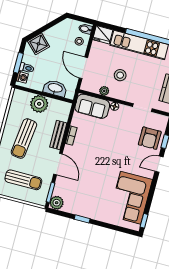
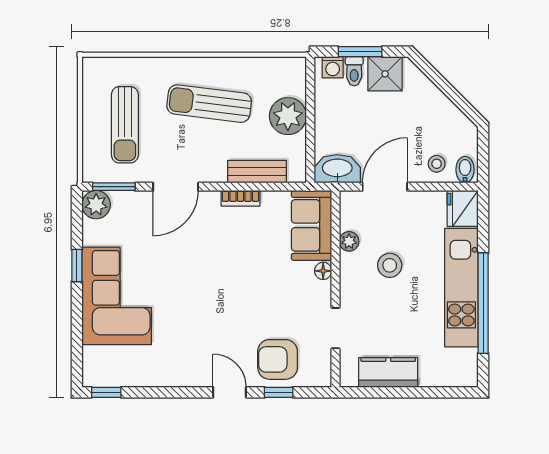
shower: (39, 44) -> (385, 74), moved, turned 45
washbasin: (55, 88) -> (337, 169), moved, turned -90
bench: (58, 135) -> (257, 172), moved
corner sofa: (131, 198) -> (117, 296), moved, turned 90

